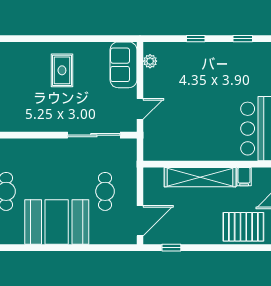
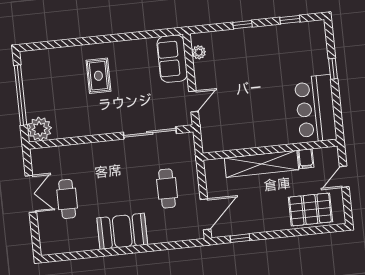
rug: (62, 70) -> (98, 76), moved
booth: (57, 222) -> (122, 231), width x0.73, depth x0.70

